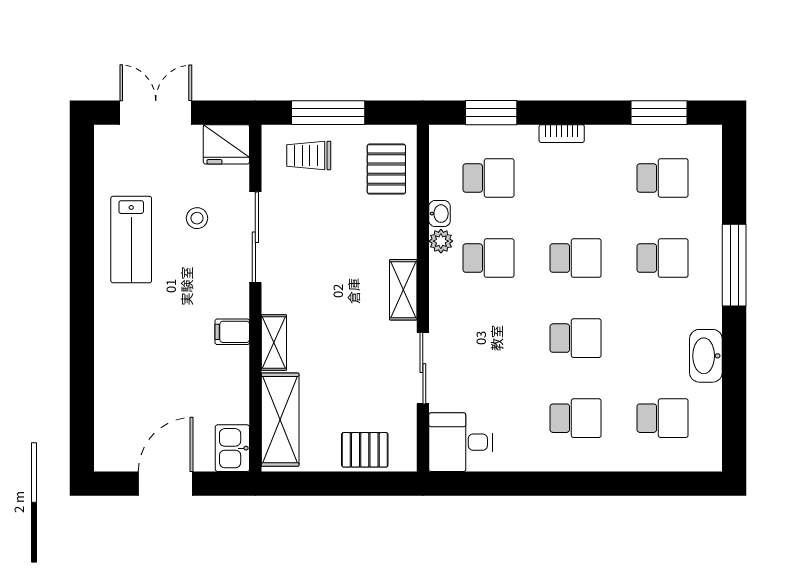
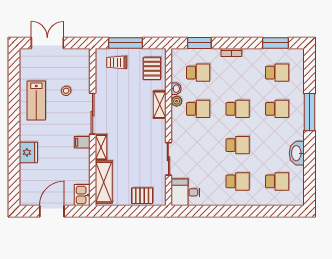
fridge: (226, 144) -> (28, 152), moved, turned -90
sliding door: (255, 237) -> (93, 114), moved
shelving: (403, 290) -> (160, 105), moved

